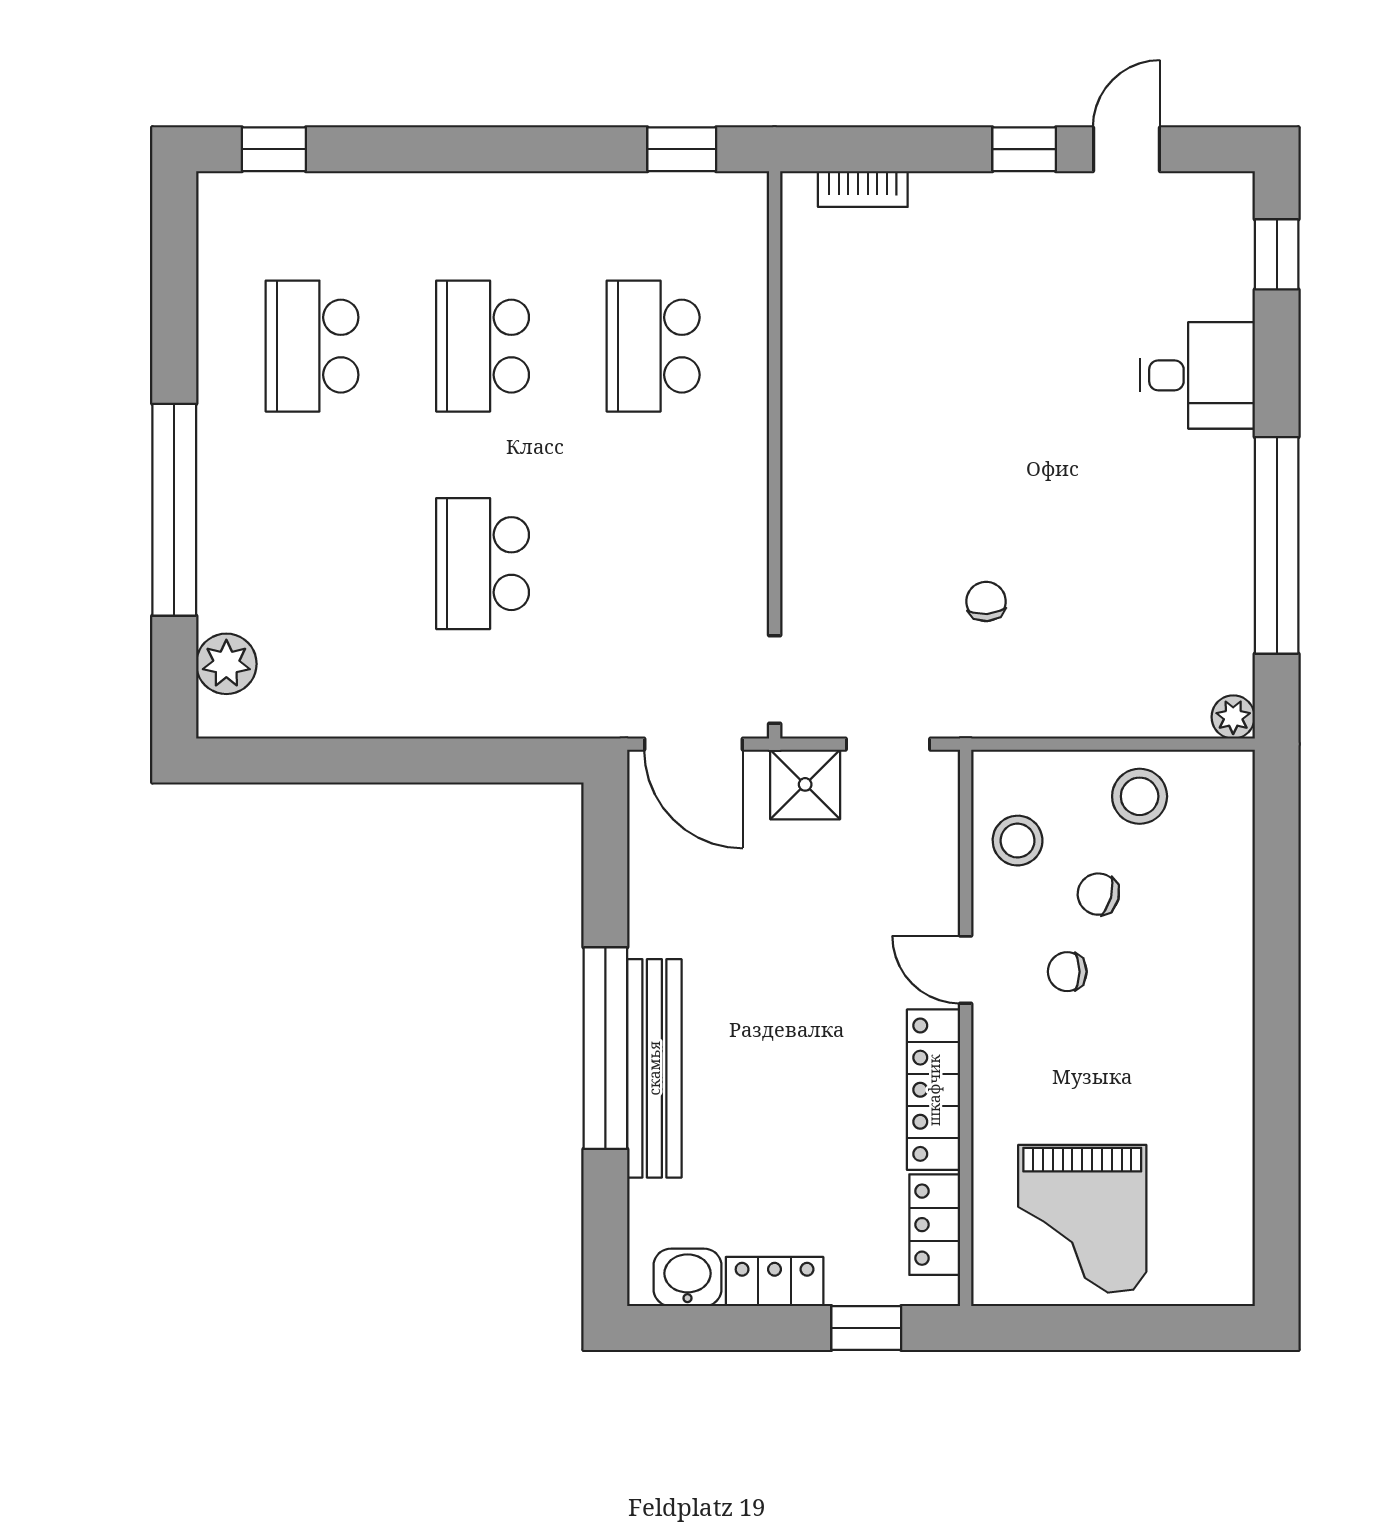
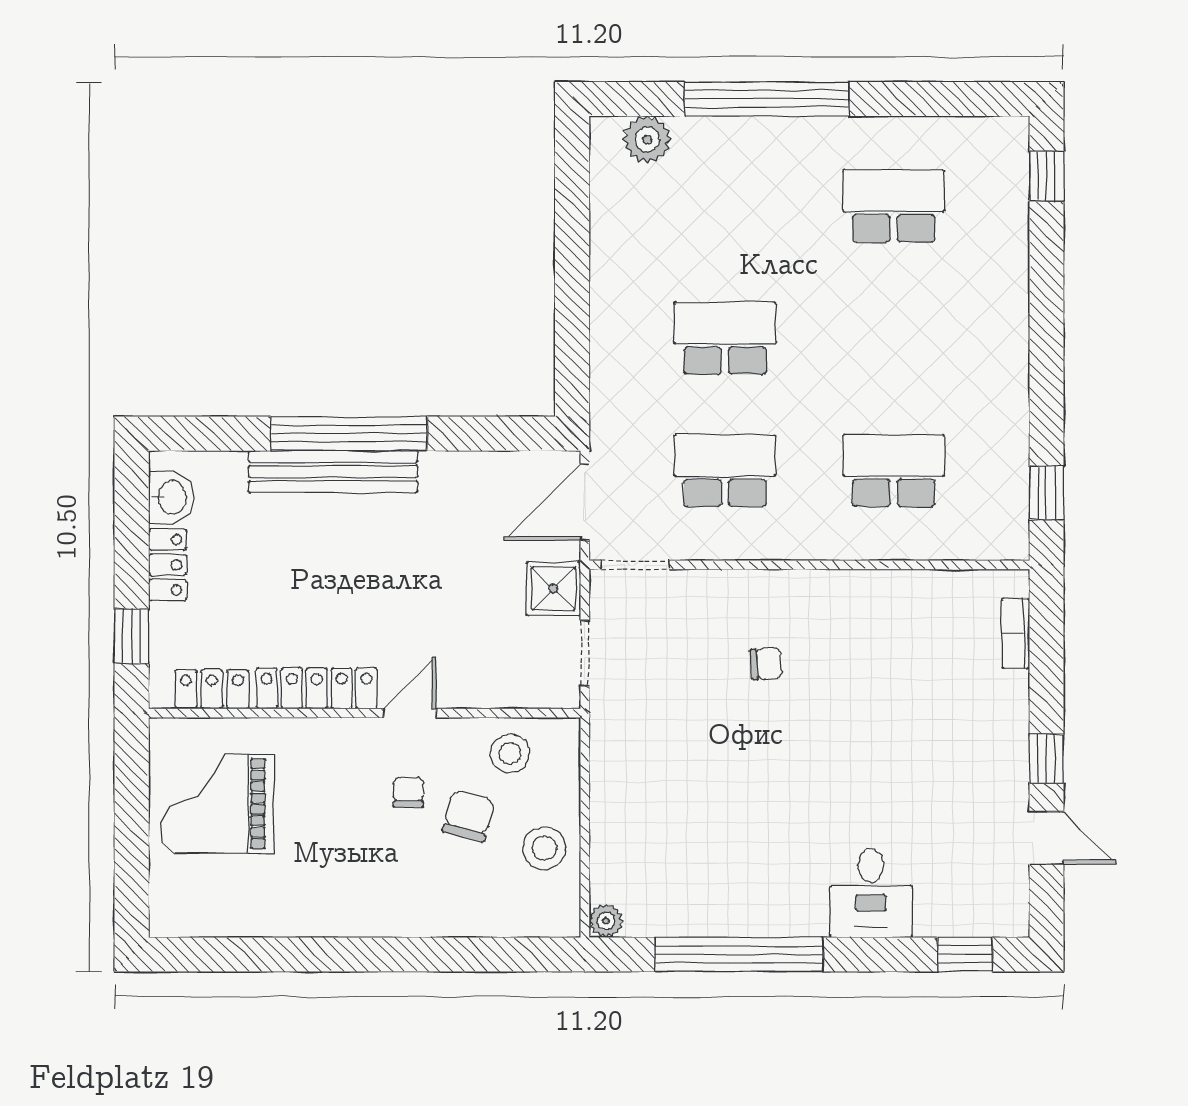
school desk: (483, 346) -> (725, 471), moved
chair: (986, 601) -> (766, 664), moved
chair: (1098, 894) -> (468, 816), width x1.37, depth x1.37

